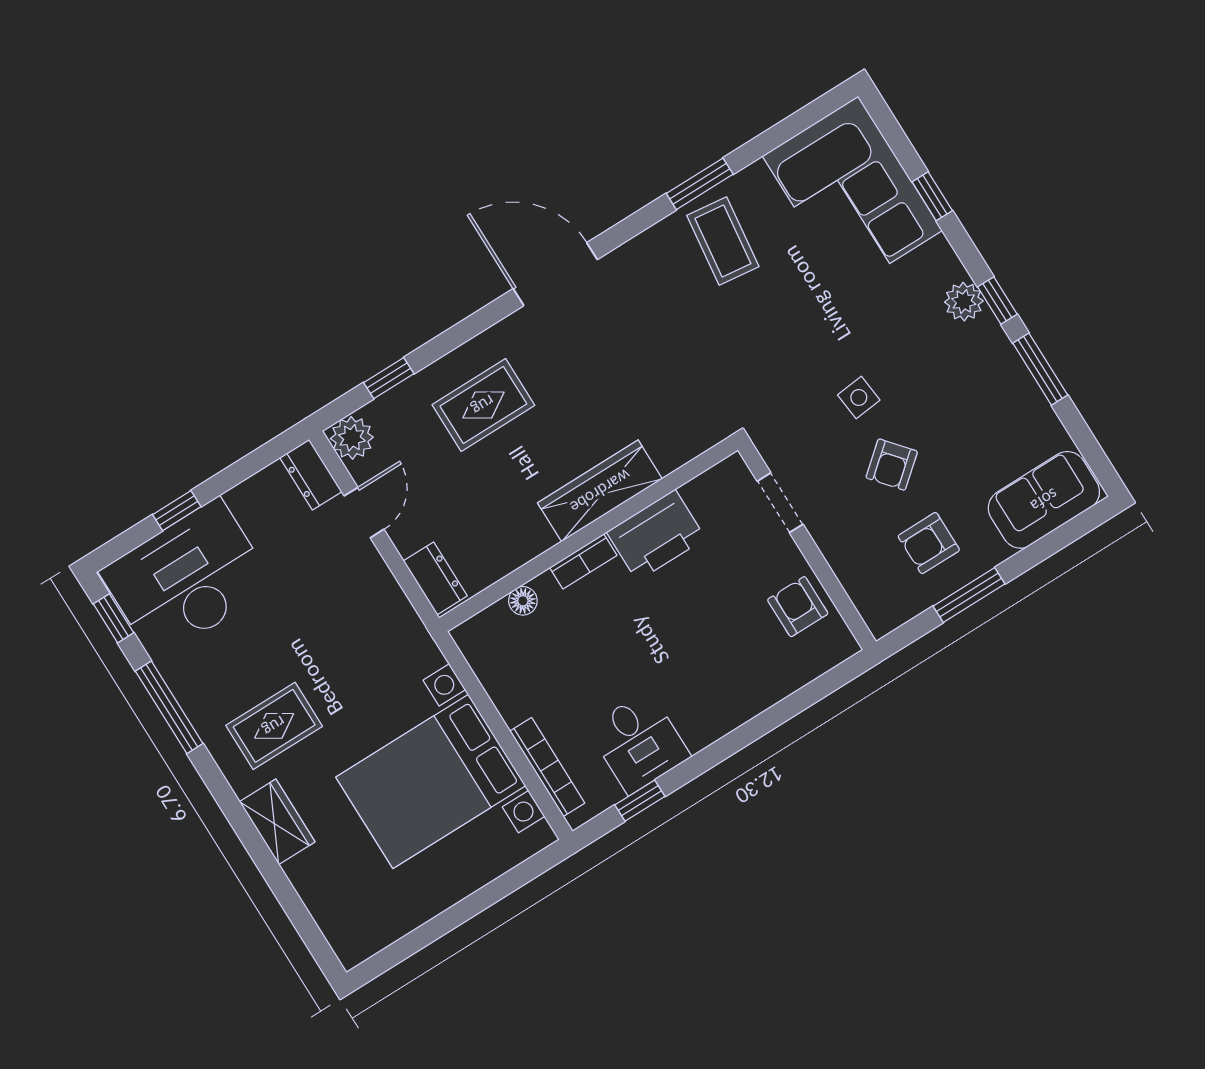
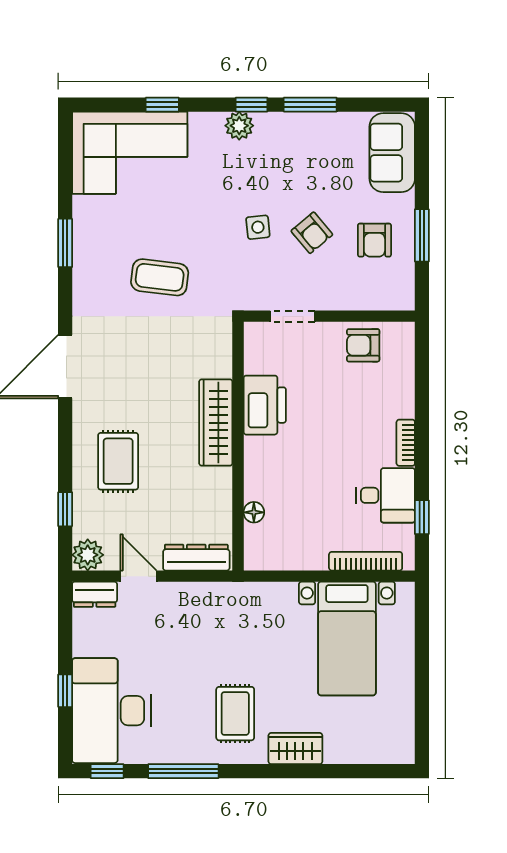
coffee table: (723, 241) -> (160, 277), moved
bookcase: (583, 561) -> (406, 443), moved, turned 180
dresser: (435, 578) -> (196, 558), width x1.44
bed with nightstands: (431, 781) -> (347, 638), width x0.73

